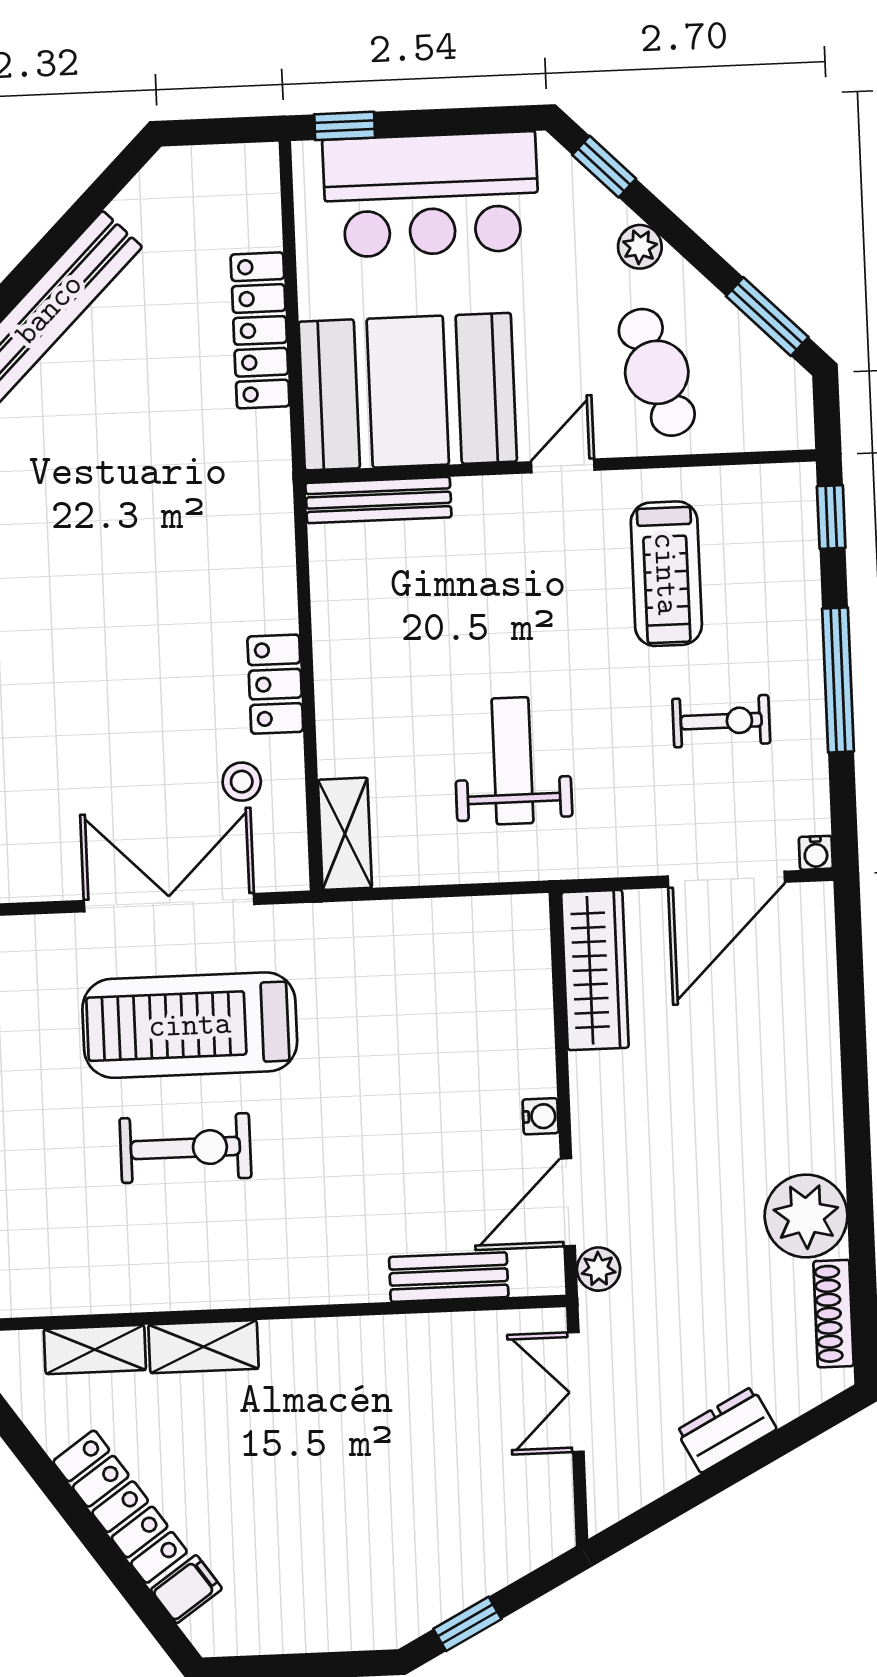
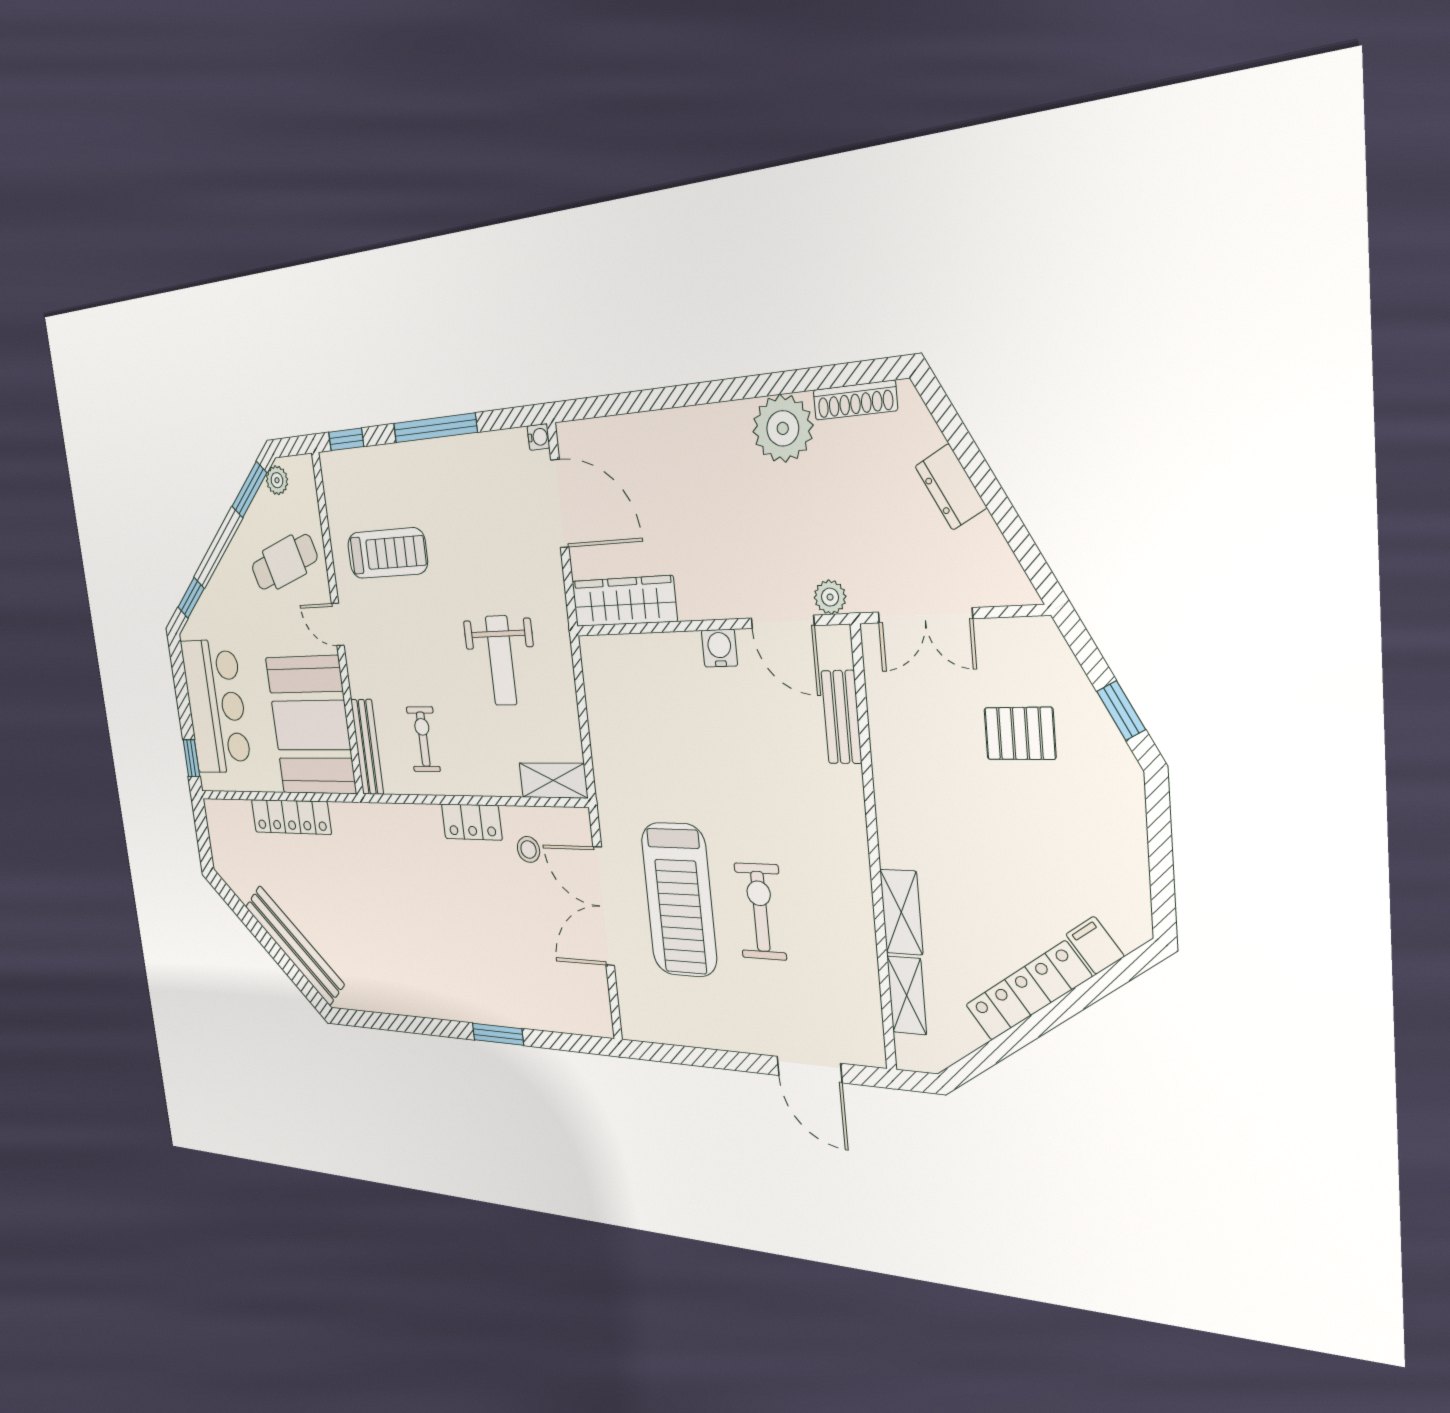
plant: (640, 247) -> (277, 480), moved
exercise bike: (721, 721) -> (423, 739), moved
weight bench: (512, 761) -> (501, 661), turned -90
water cooler: (541, 1116) -> (719, 648), width x1.38, depth x1.38
pallet: (436, 1505) -> (1020, 733), added

